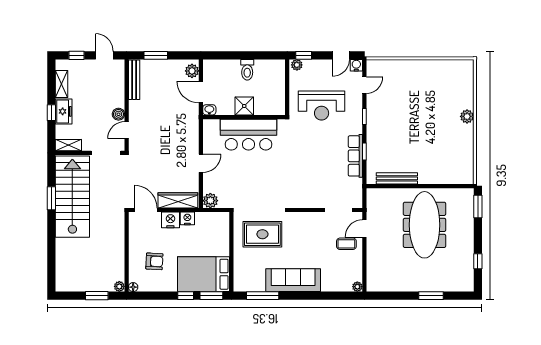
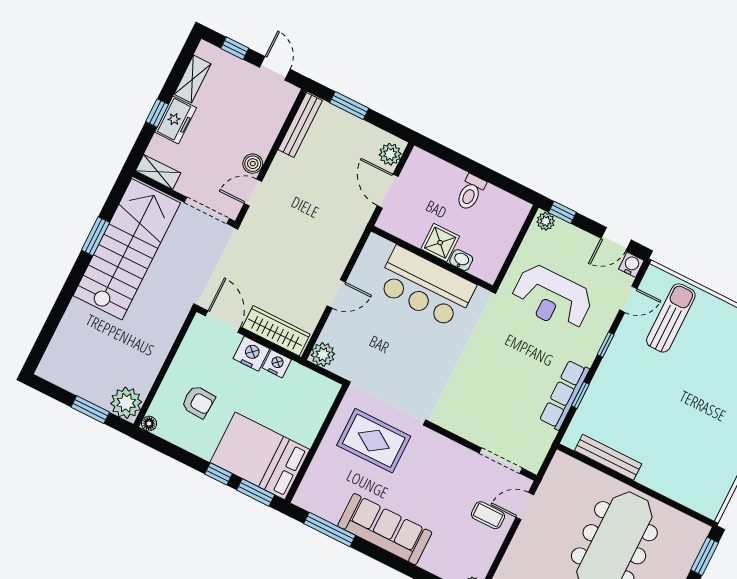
sun lounger: (393, 84) -> (671, 318), added
washbasin: (209, 110) -> (461, 260), moved
plant: (119, 286) -> (126, 403), width x1.87, depth x1.87

